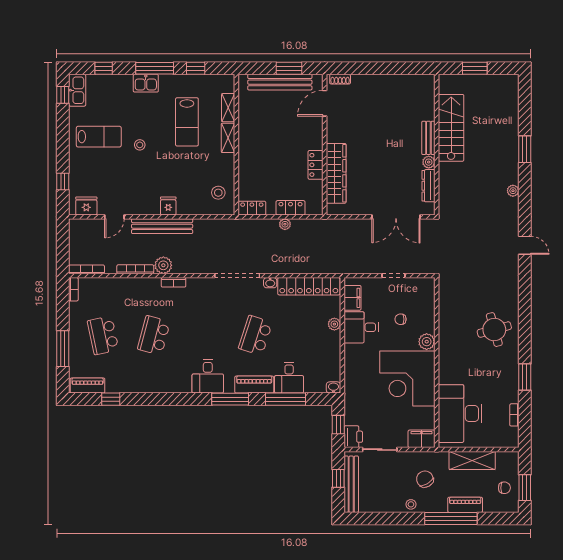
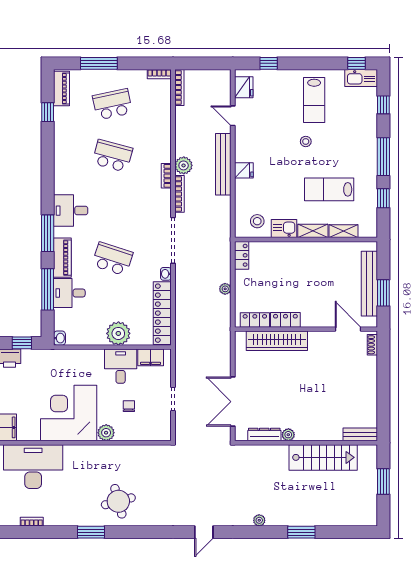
kitchen sink: (146, 83) -> (284, 229), moved, turned 90
bench: (428, 138) -> (360, 434), moved
locker: (291, 208) -> (255, 320), moved, turned -90
bookcase: (135, 269) -> (179, 194), moved
plant: (334, 324) -> (118, 333), width x1.87, depth x1.87
window: (525, 377) -> (91, 532), moved

